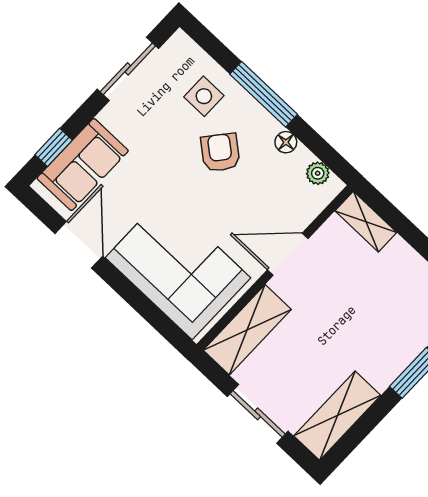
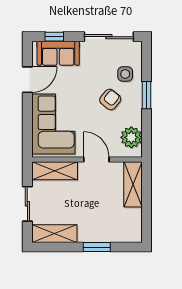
sliding door: (128, 69) -> (109, 37), width x1.37
window: (264, 94) -> (147, 95), width x0.69
floor lamp: (286, 142) -> (137, 120), removed
plant: (318, 173) -> (131, 137), width x1.87, depth x1.87
shelving: (366, 222) -> (133, 184), width x1.50, depth x1.33

